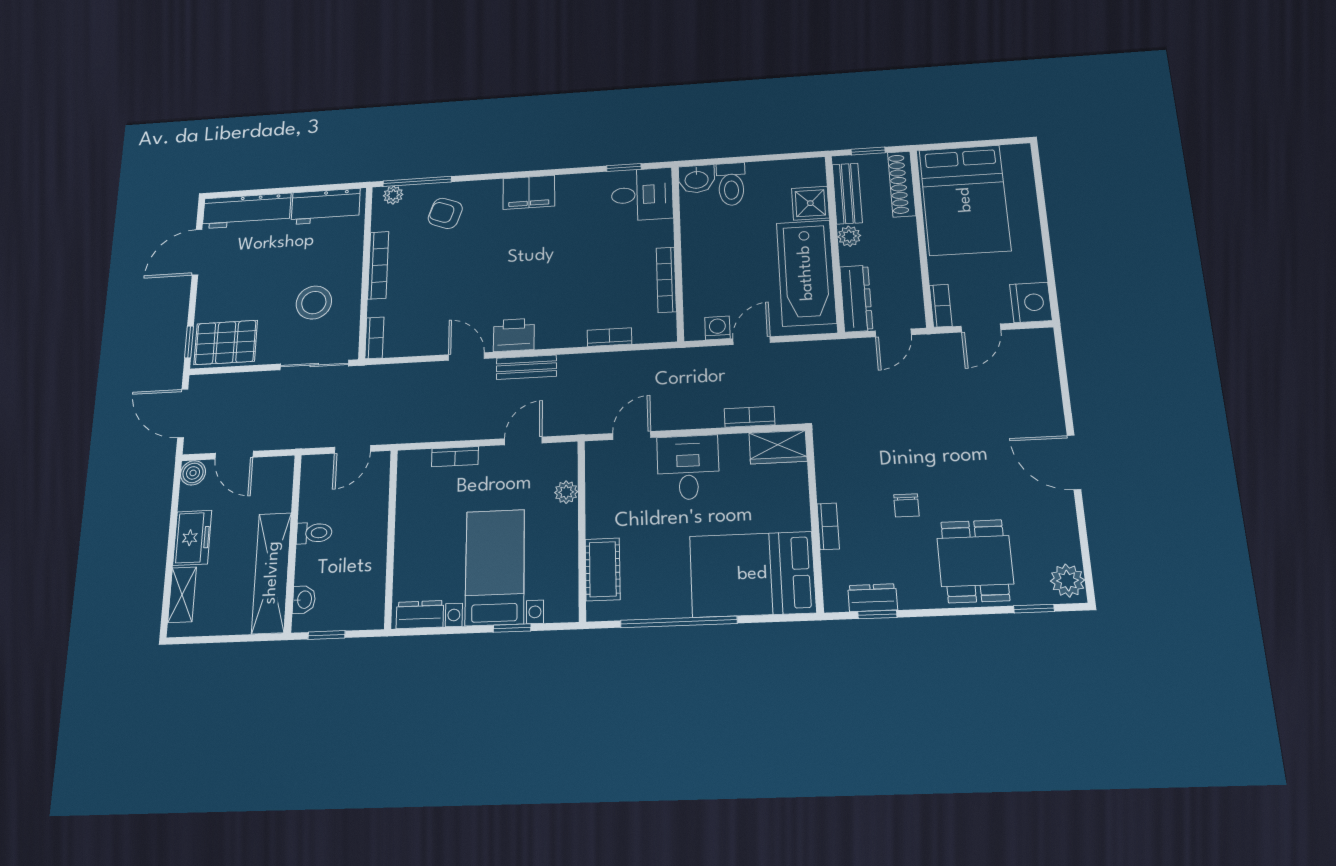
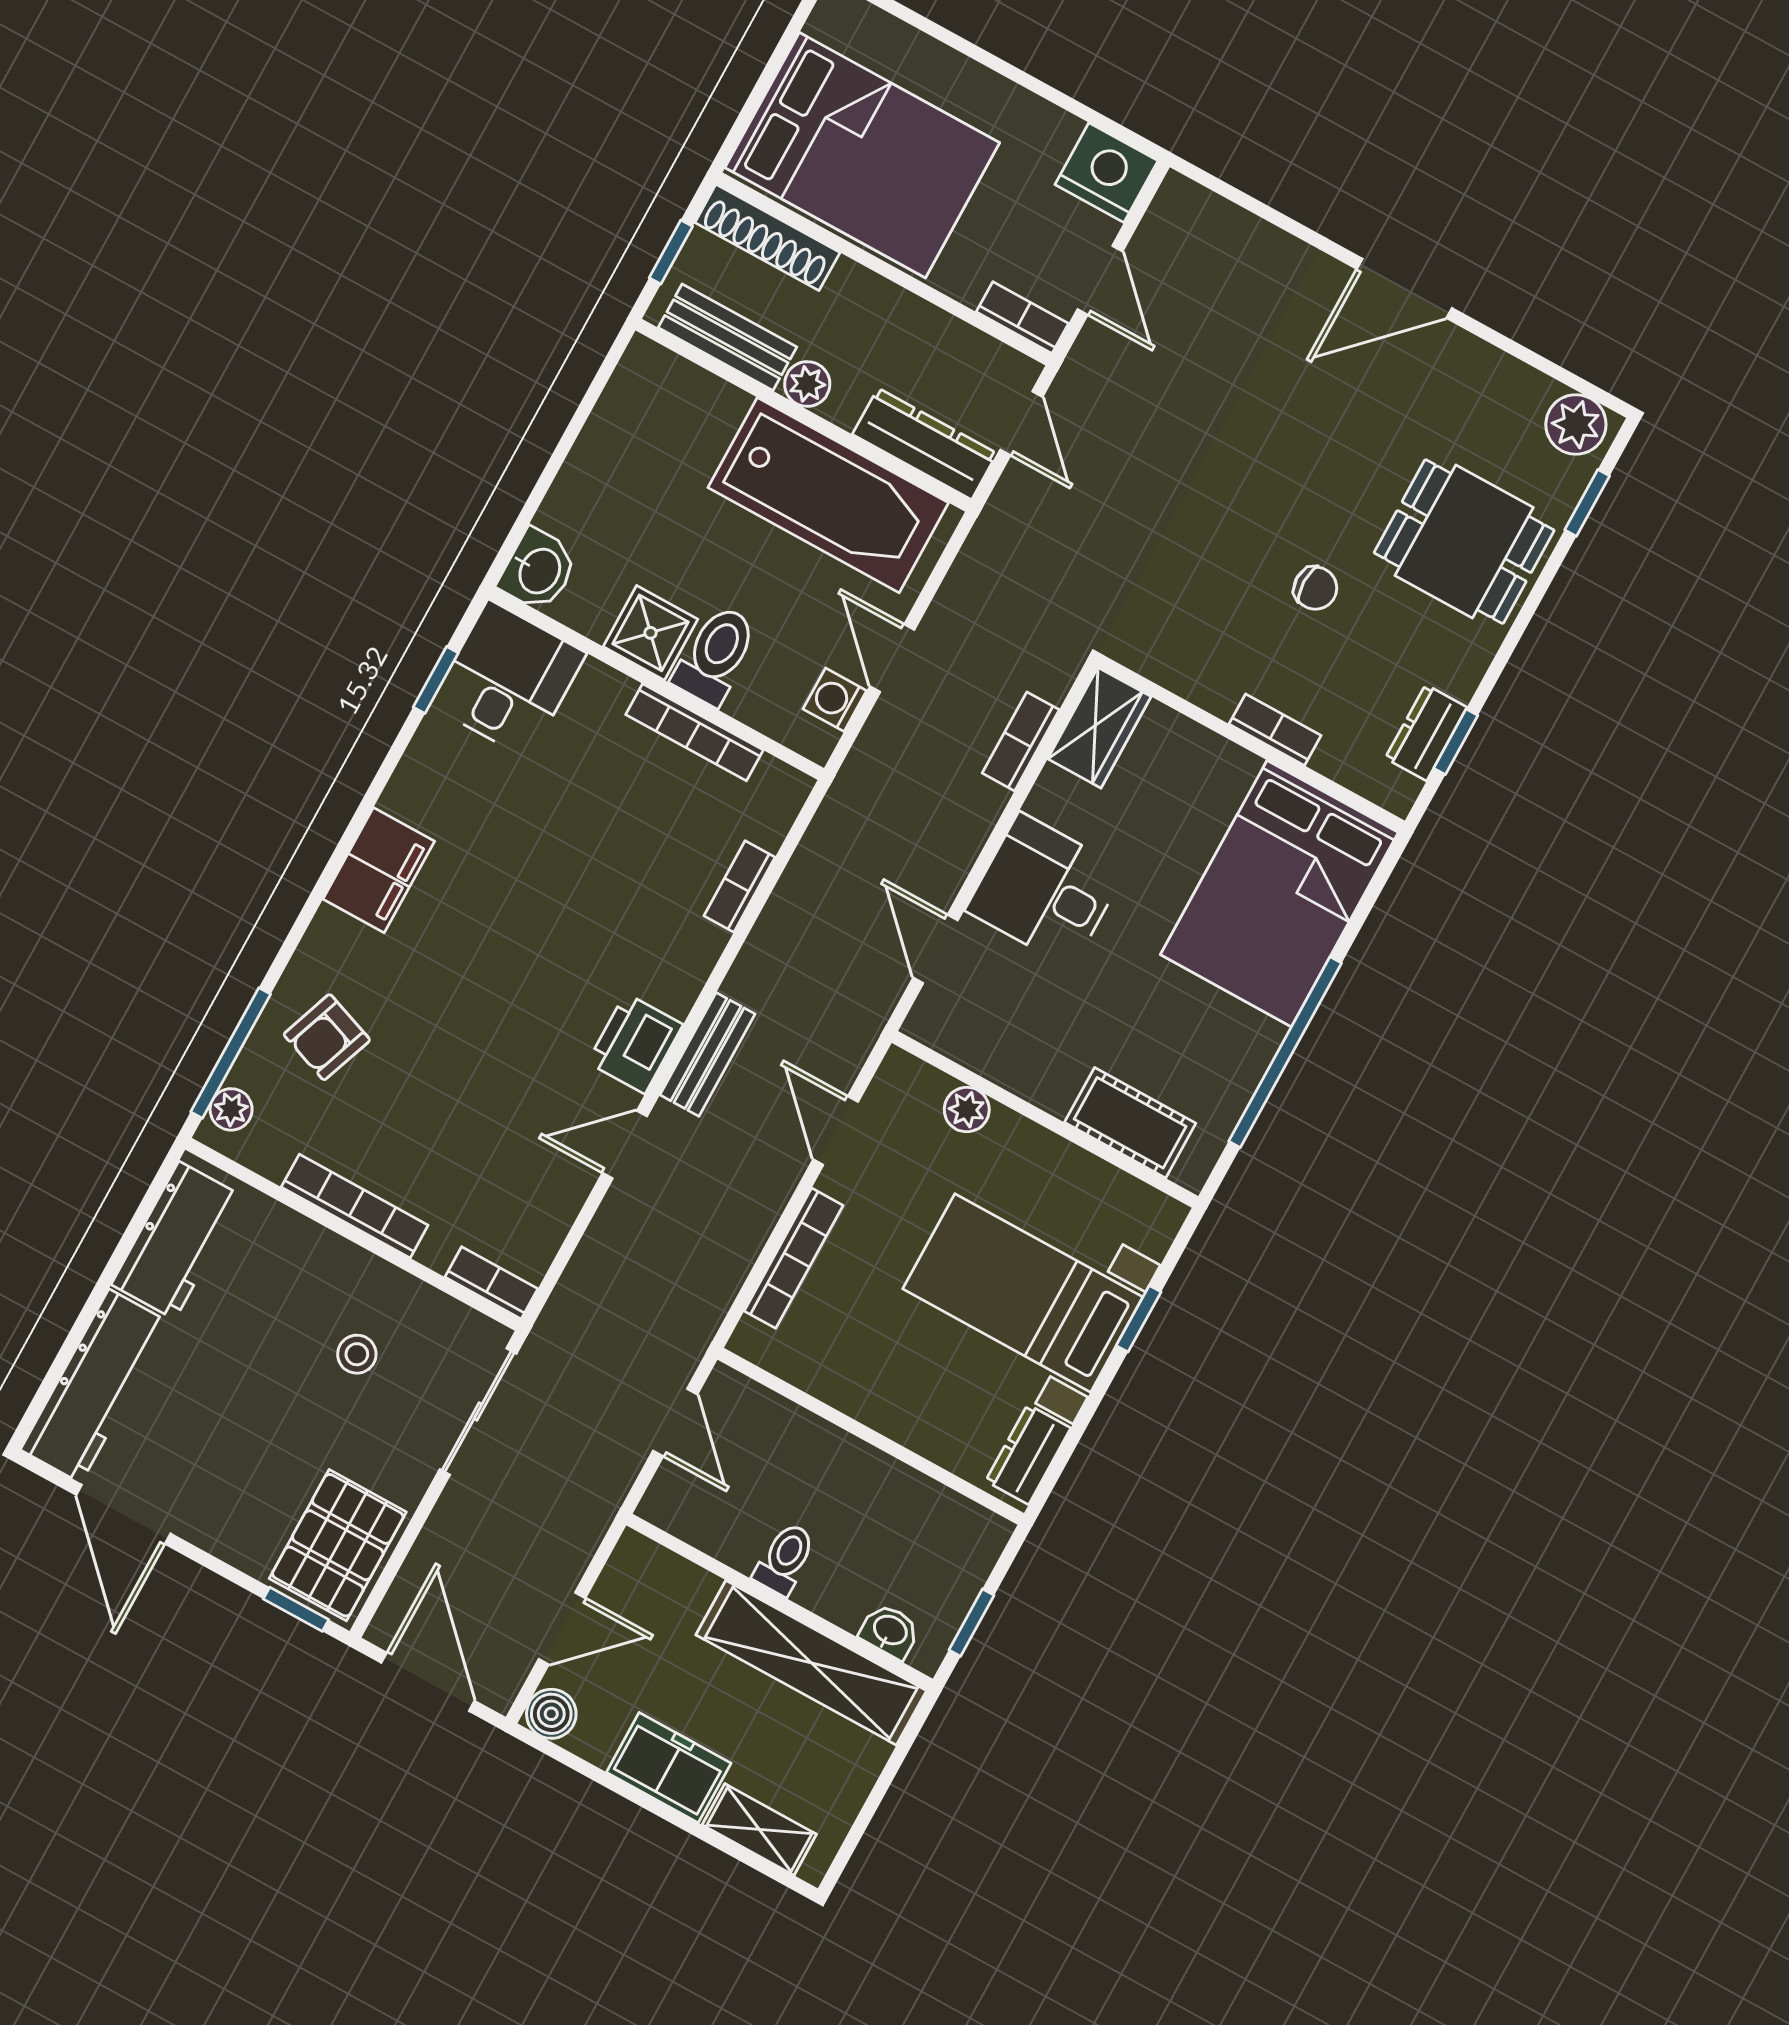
toilet: (731, 184) -> (715, 655), moved, turned -90
shower: (810, 203) -> (650, 633), moved
stool: (314, 303) -> (357, 1354), width x0.53, depth x0.53
door: (183, 413) -> (428, 1682), swing flipped
bookcase: (455, 457) -> (794, 1258), width x1.56

